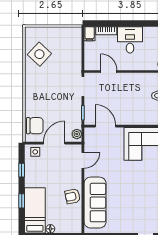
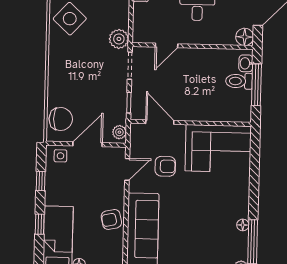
plant: (75, 68) -> (119, 39), added
door: (109, 71) -> (167, 45), swing flipped
armchair: (110, 157) -> (165, 166), added

